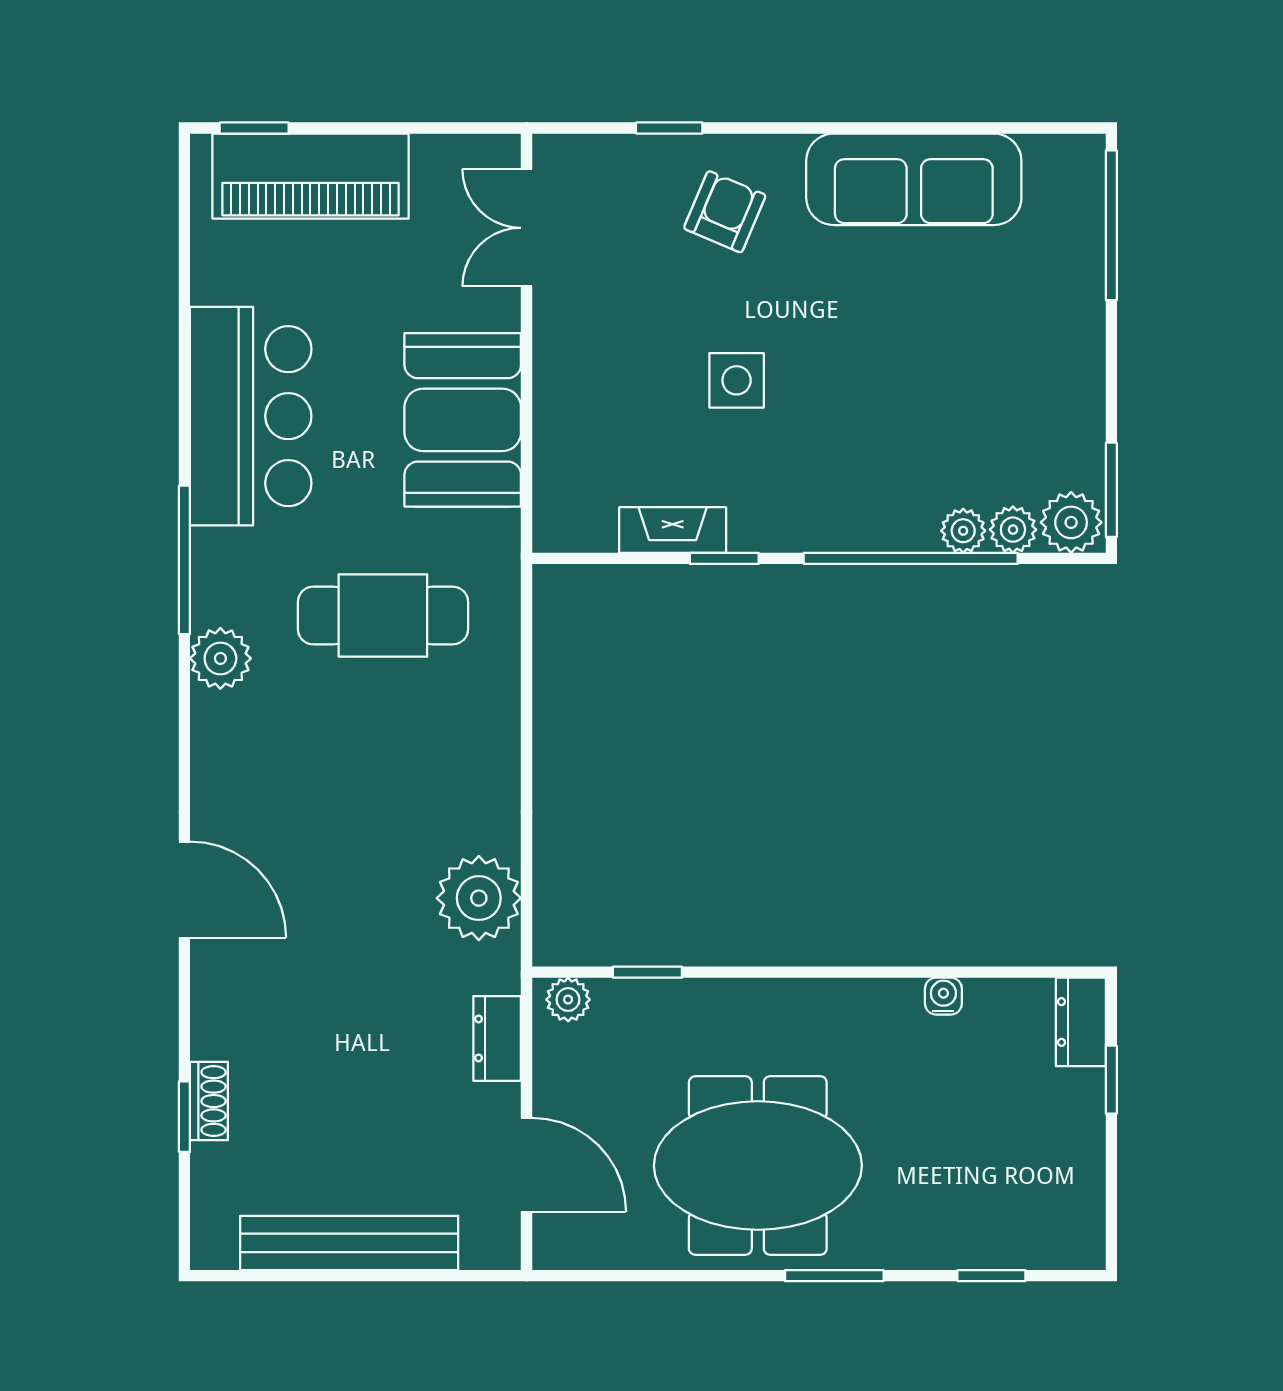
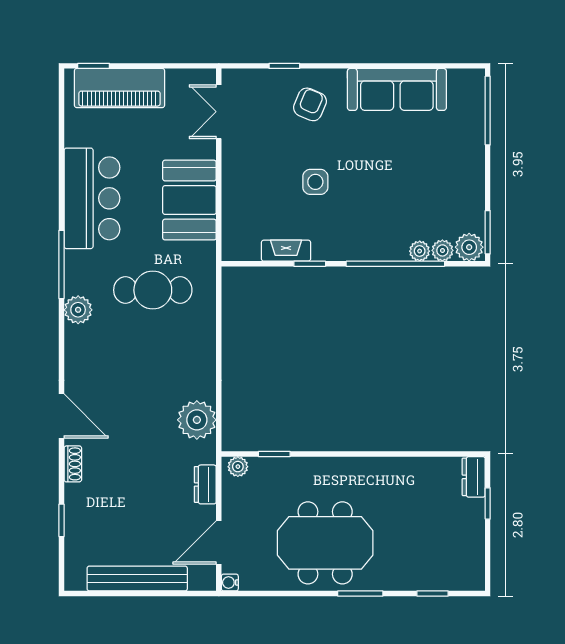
water cooler: (943, 996) -> (230, 582), moved, turned -90
shoe rack: (209, 1101) -> (73, 464), moved
door: (527, 1165) -> (219, 543), swing flipped

